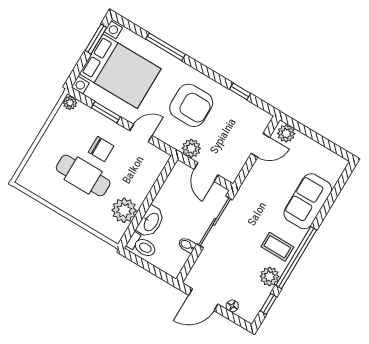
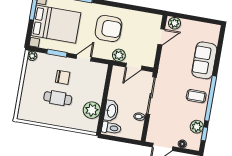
window: (240, 91) -> (136, 8), removed
door: (206, 172) -> (134, 67), hinge flipped
cafe table: (83, 175) -> (58, 98), width x0.73, depth x0.74
plant: (270, 276) -> (197, 127), moved

